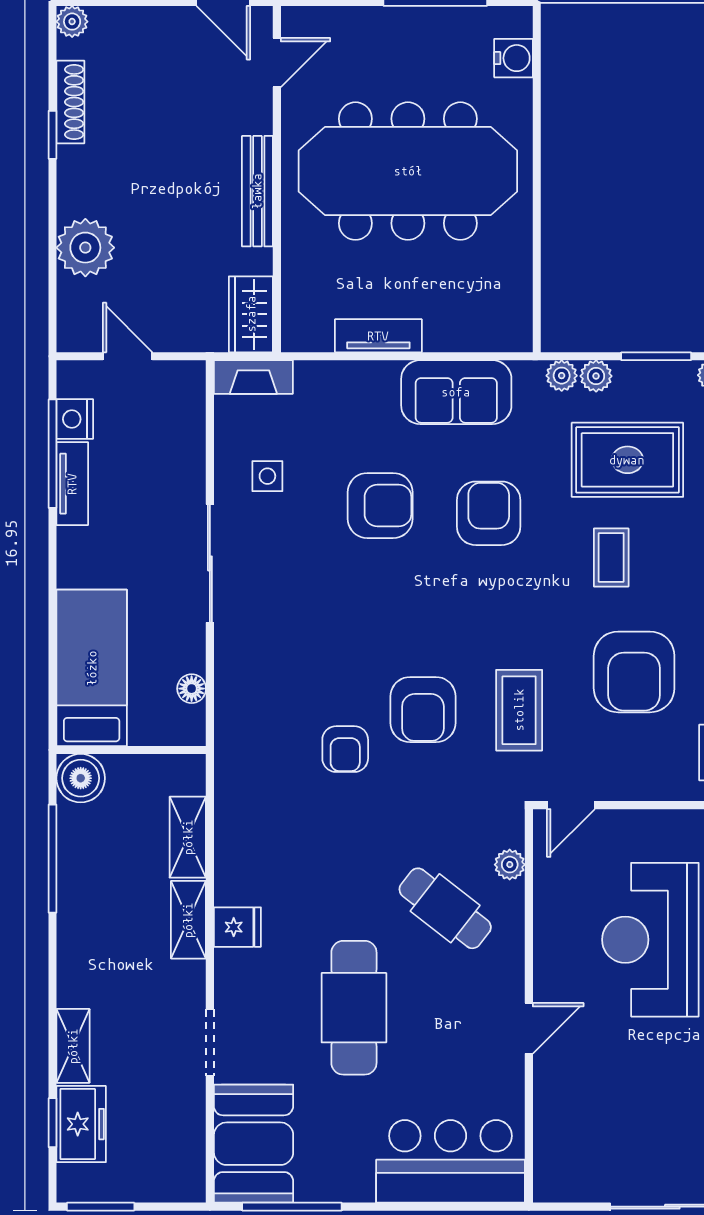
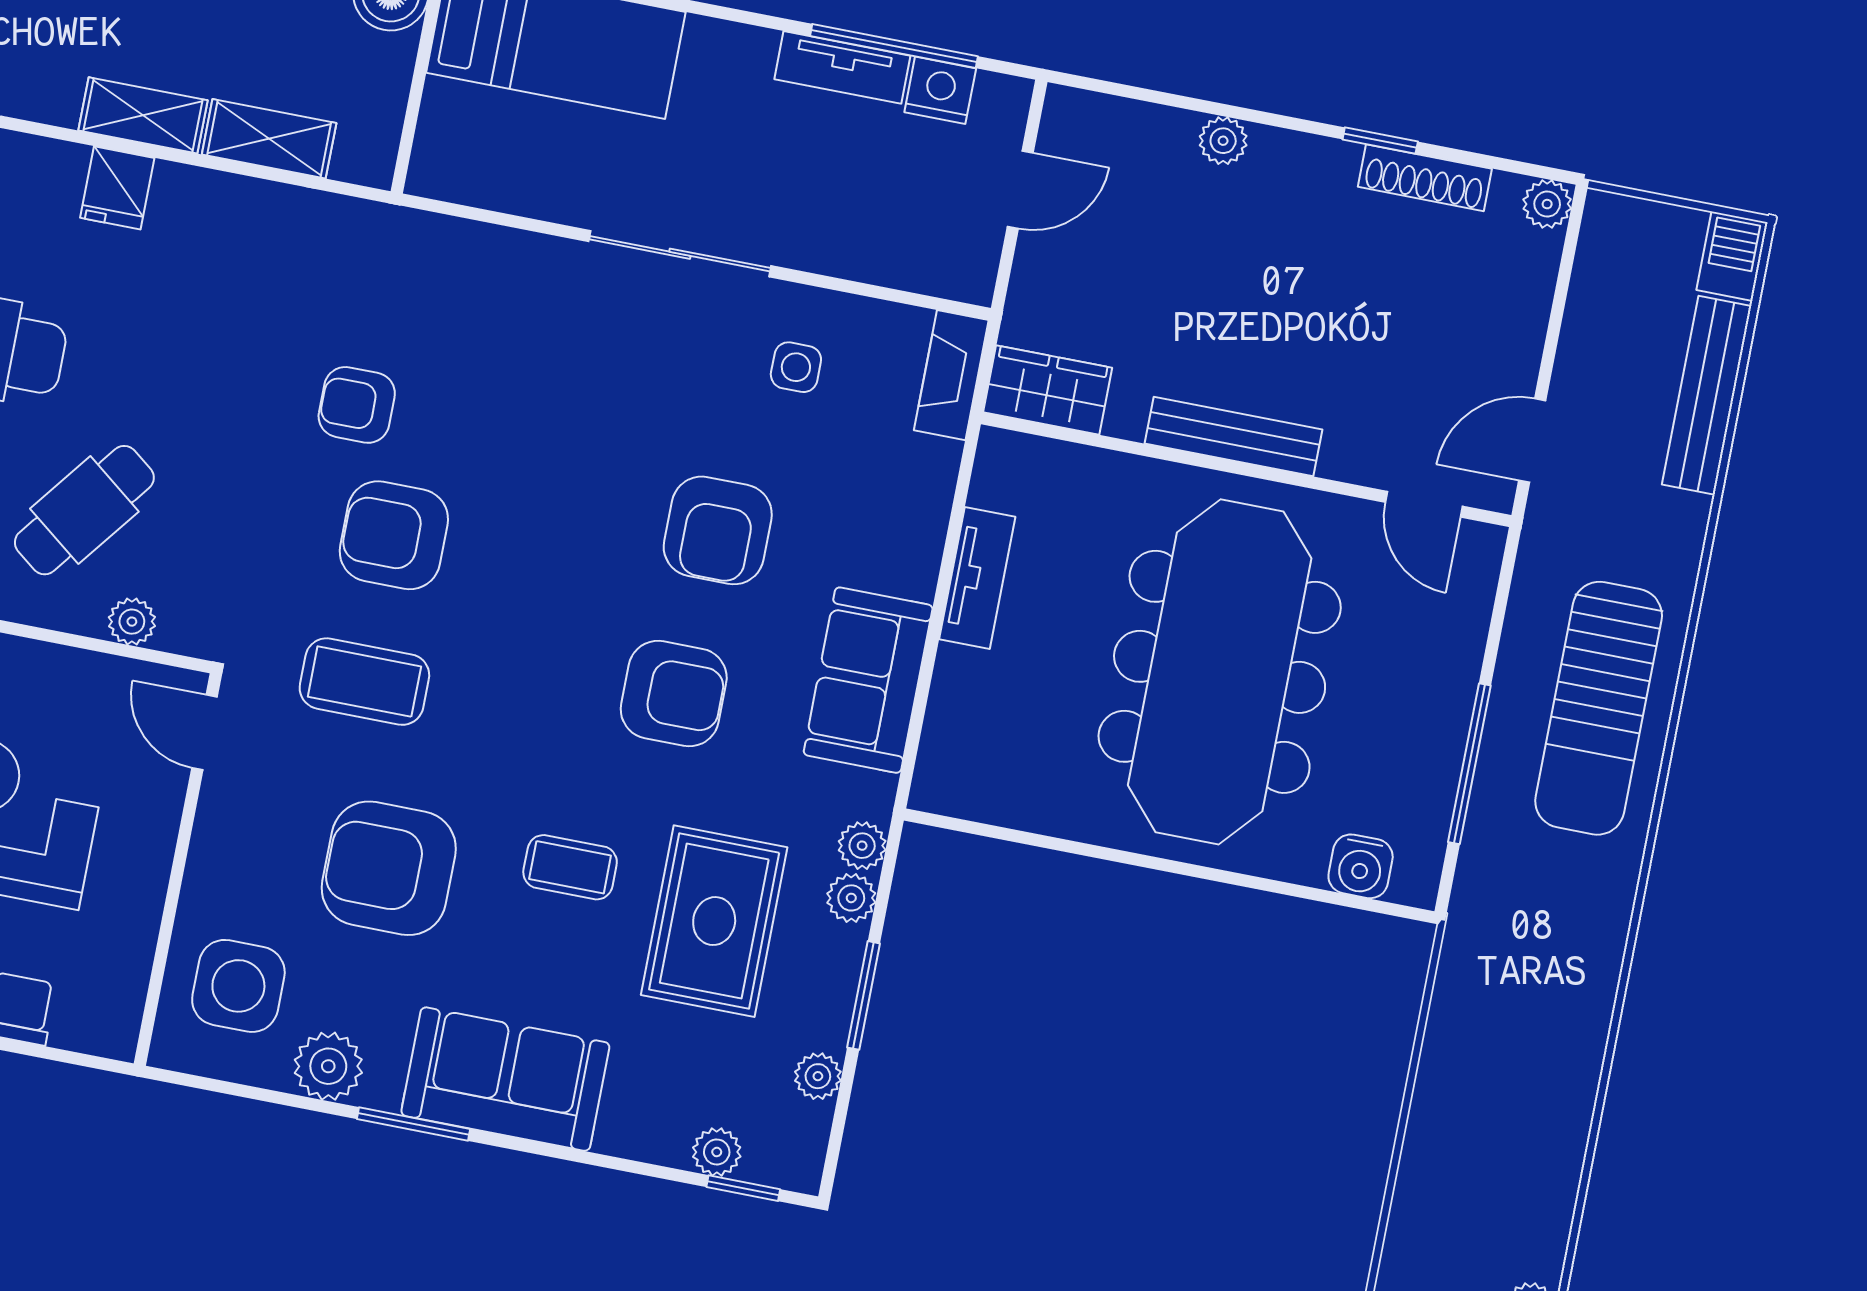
plant: (85, 248) -> (1223, 141), width x0.53, depth x0.53
floor lamp: (192, 689) -> (494, 189), removed

